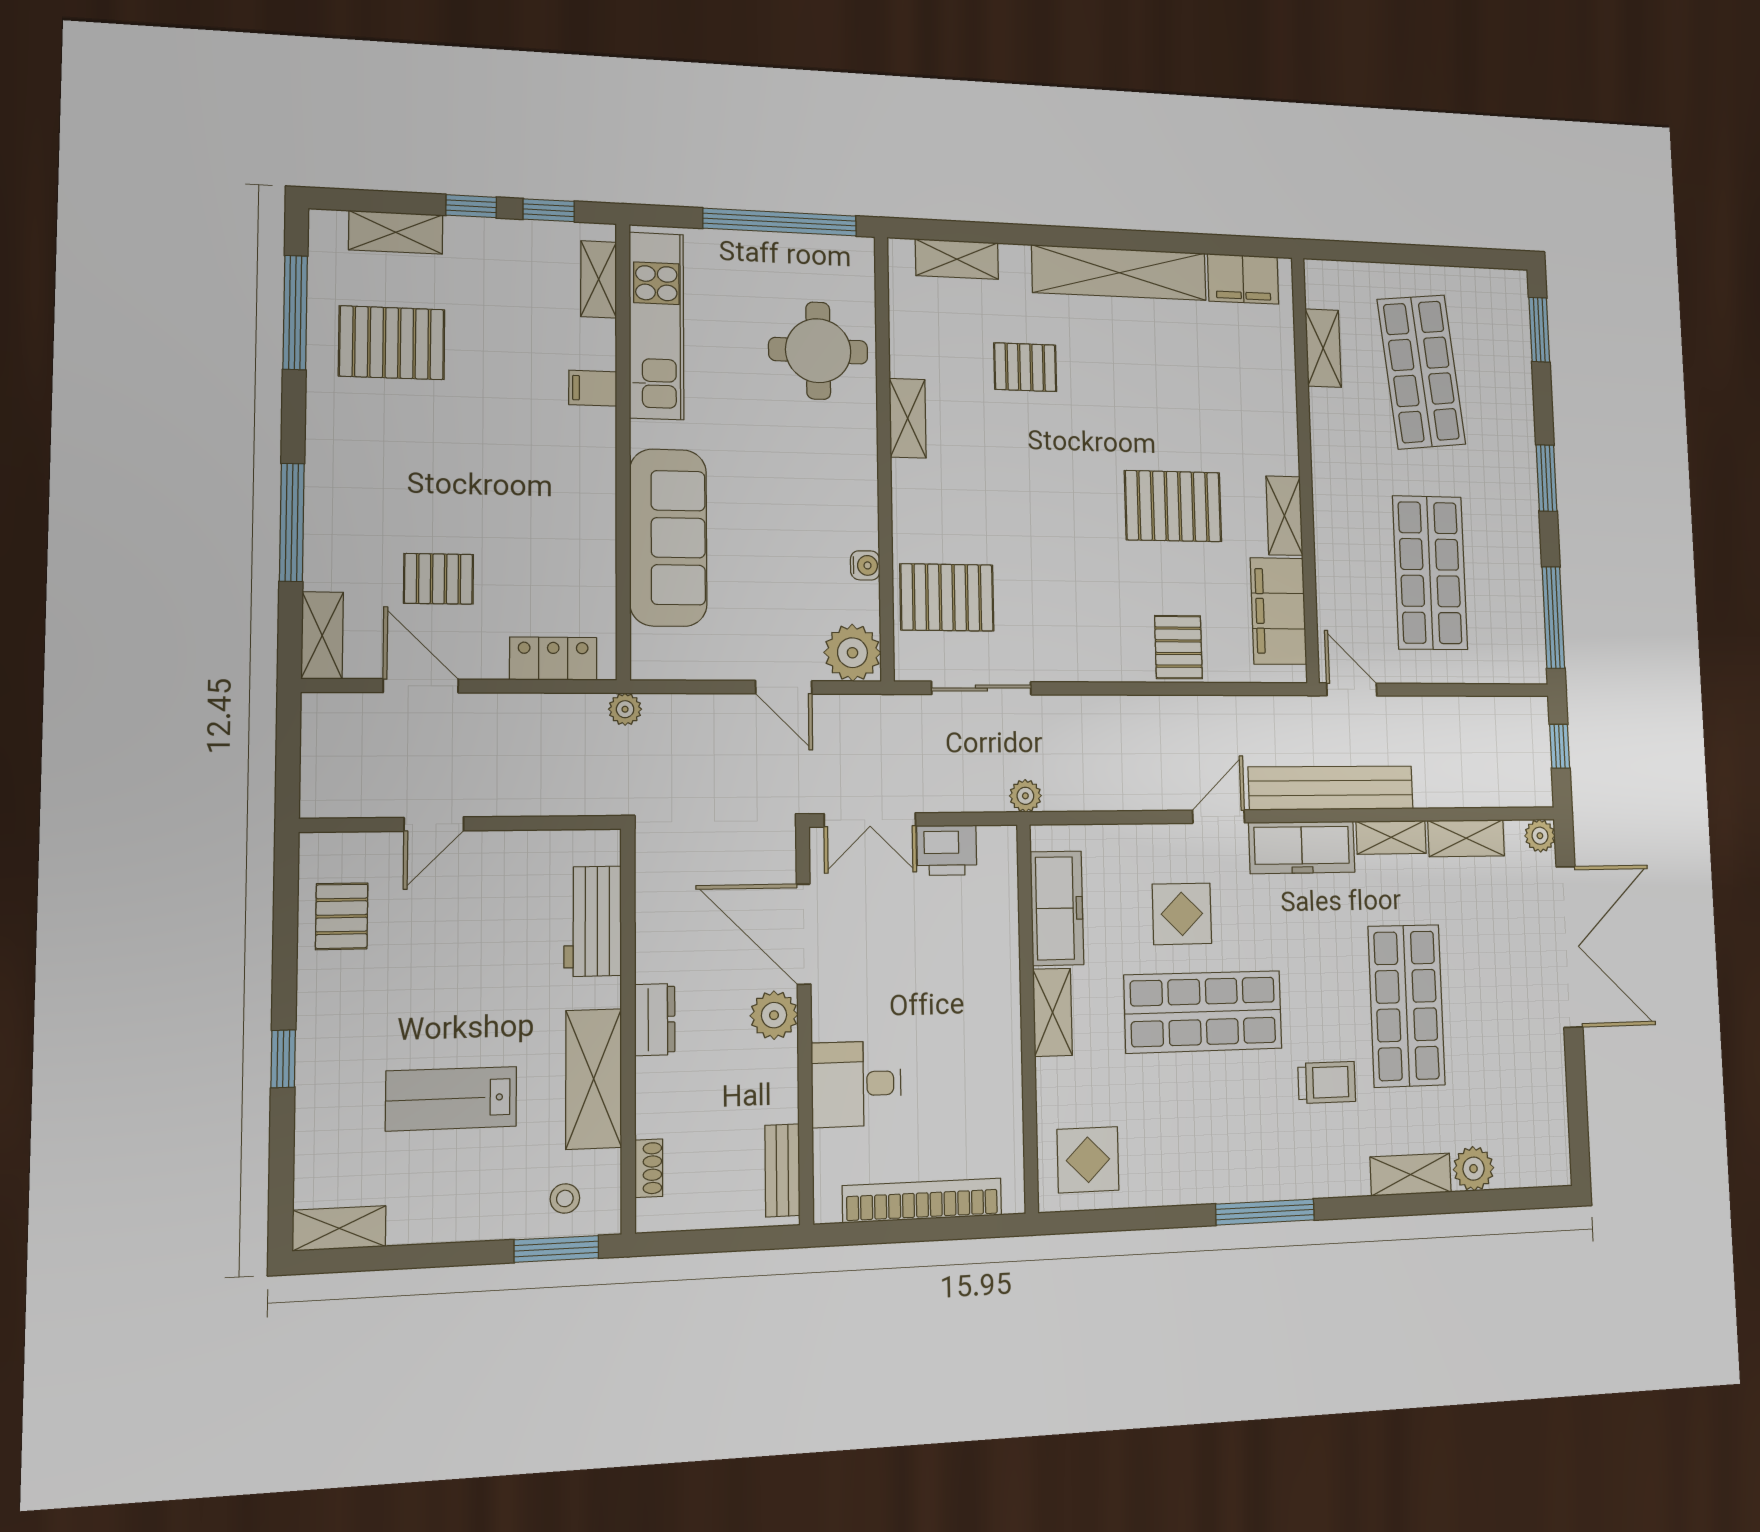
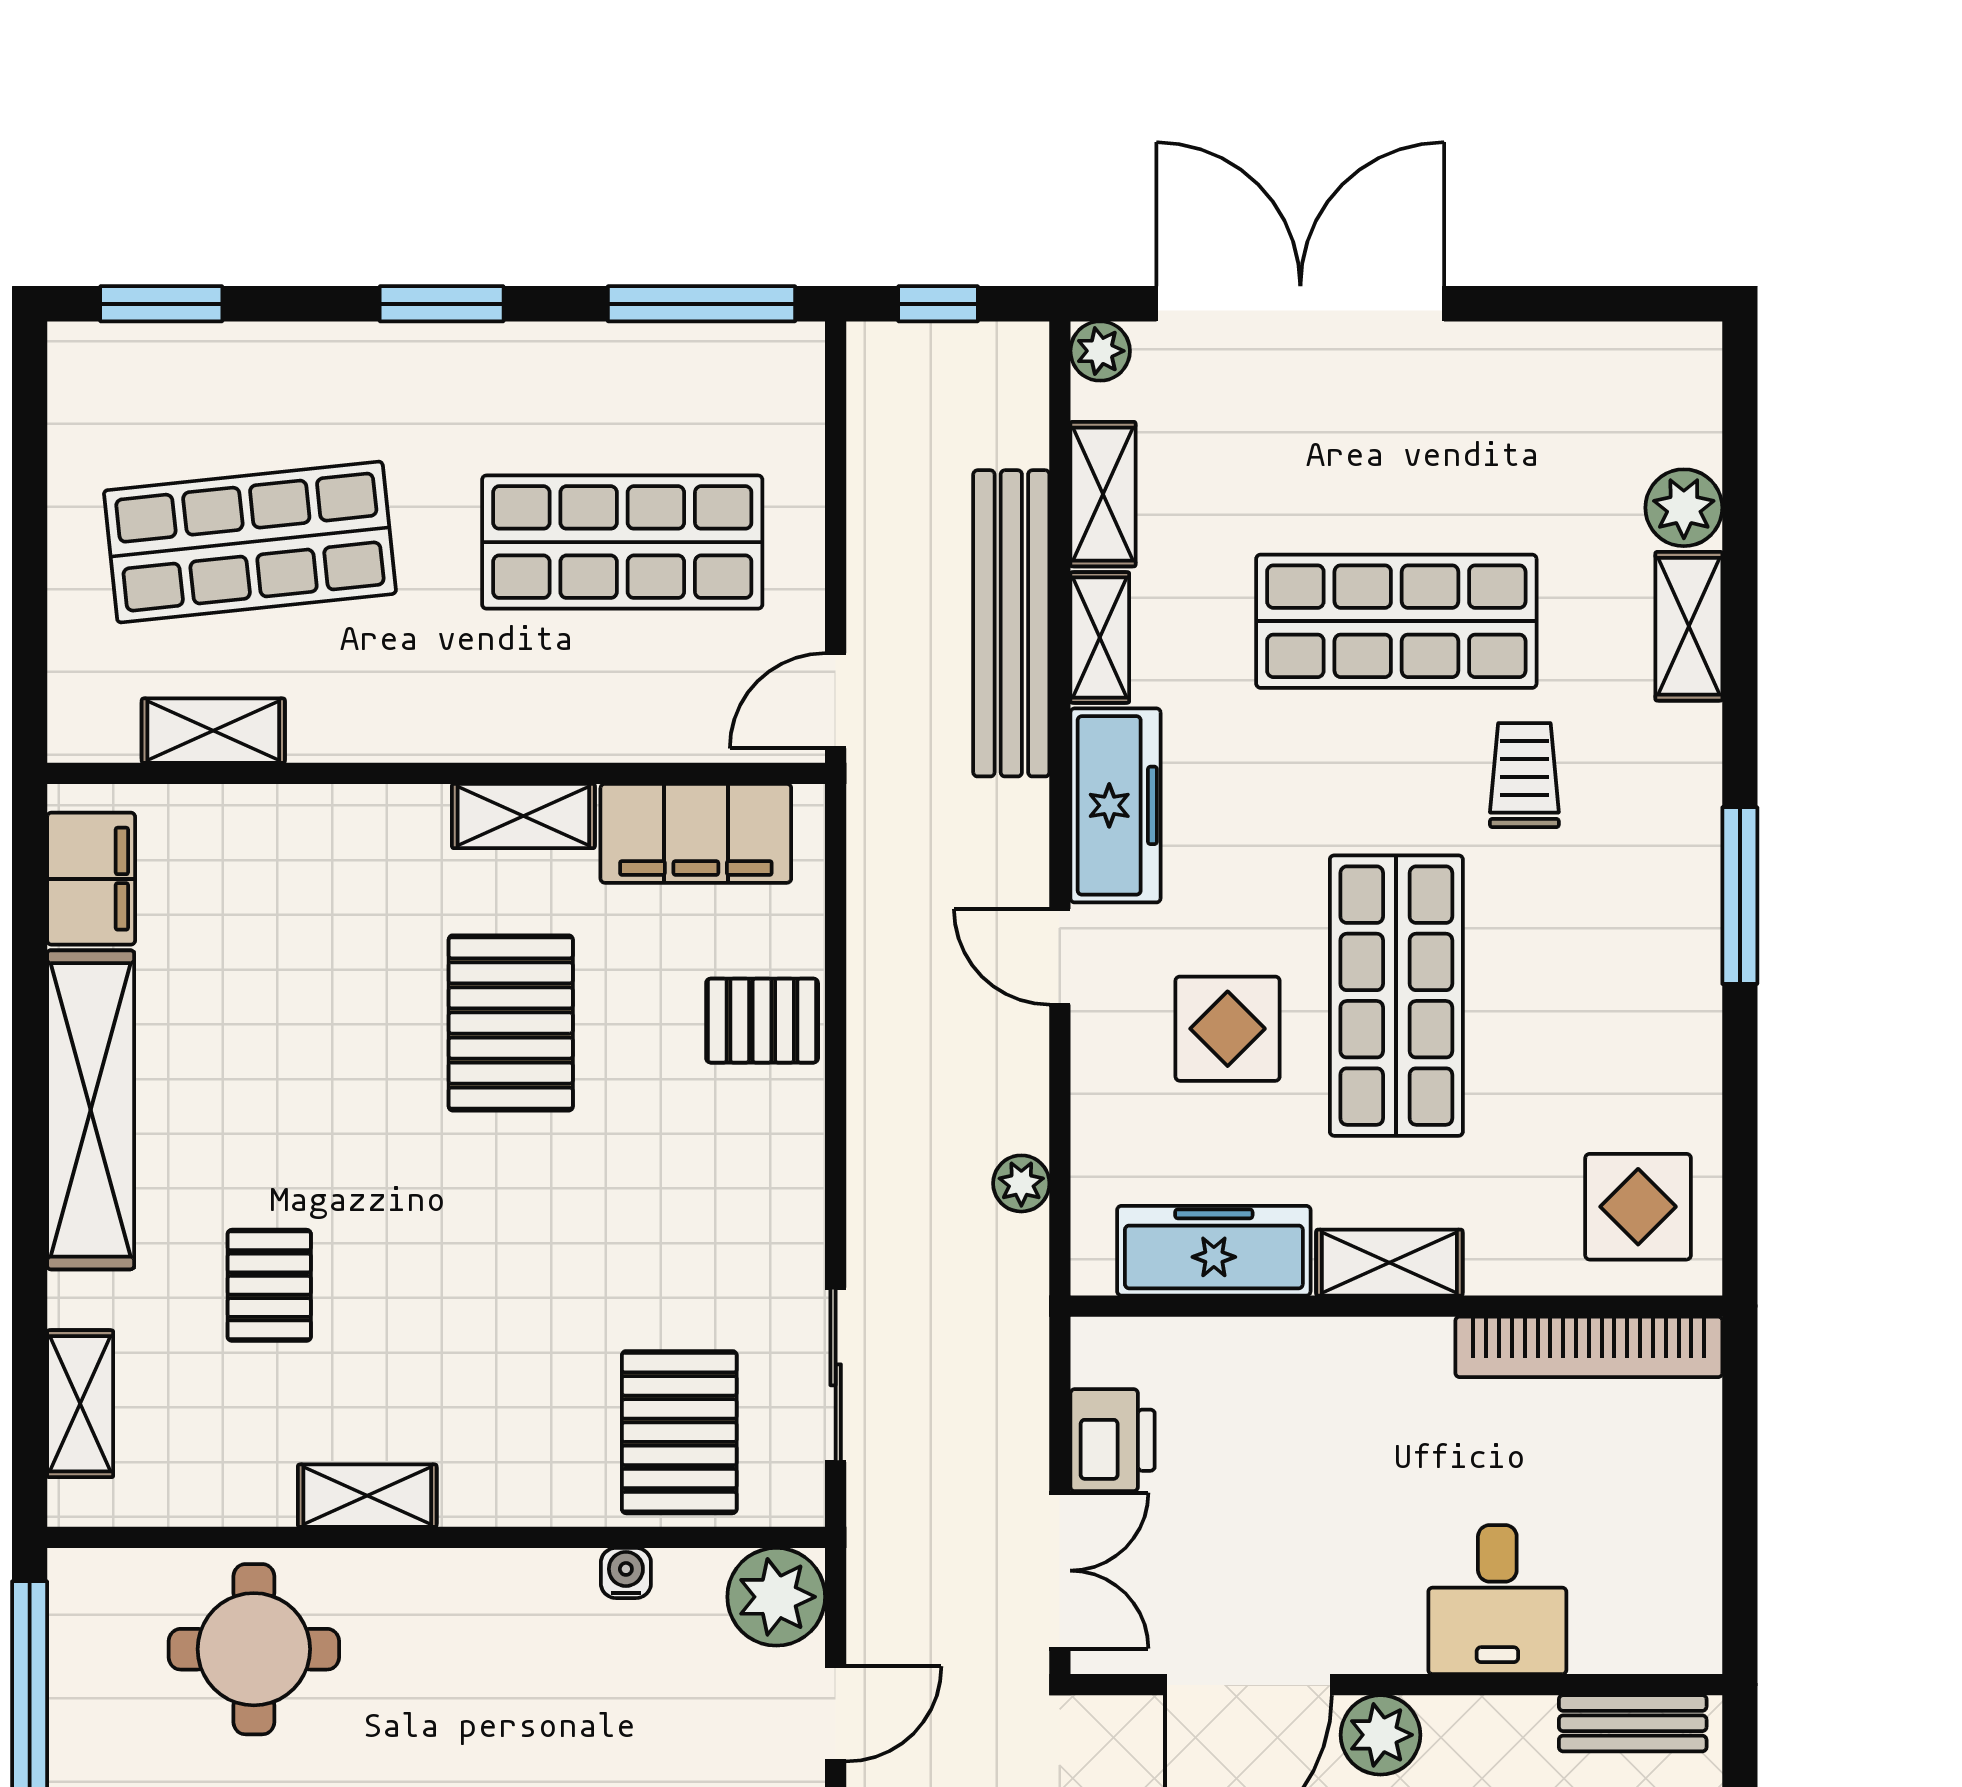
bench: (1331, 788) -> (1011, 623), moved
plant: (1025, 796) -> (1021, 1183), moved
bookcase: (922, 1200) -> (1589, 1347), moved, turned -90

